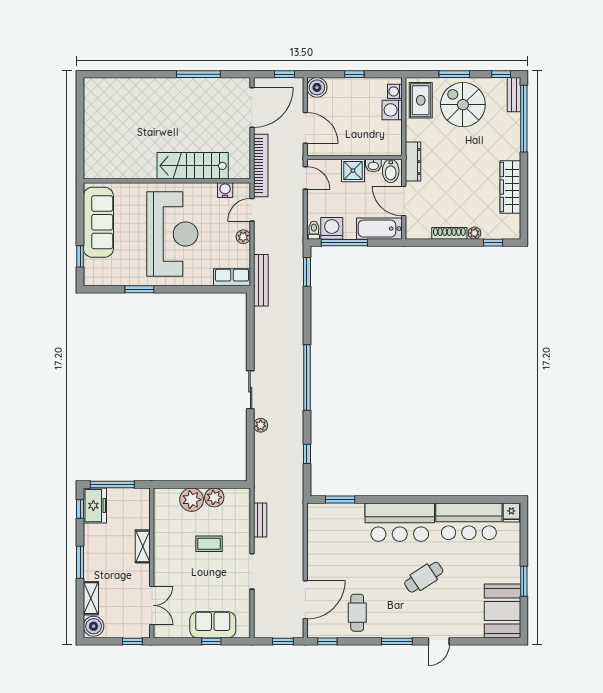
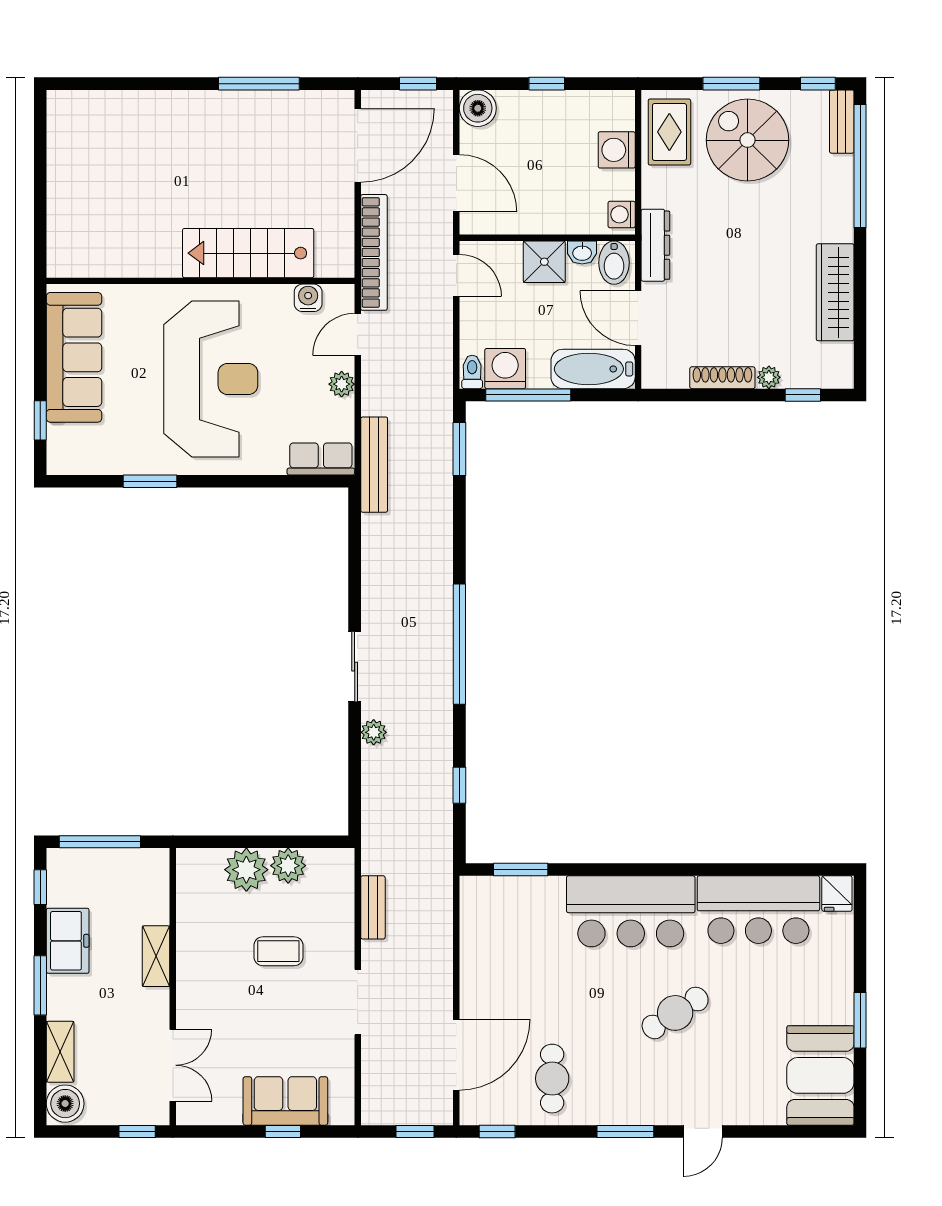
washing machine: (395, 91) -> (622, 214), moved
freezer: (95, 506) -> (68, 941), moved

